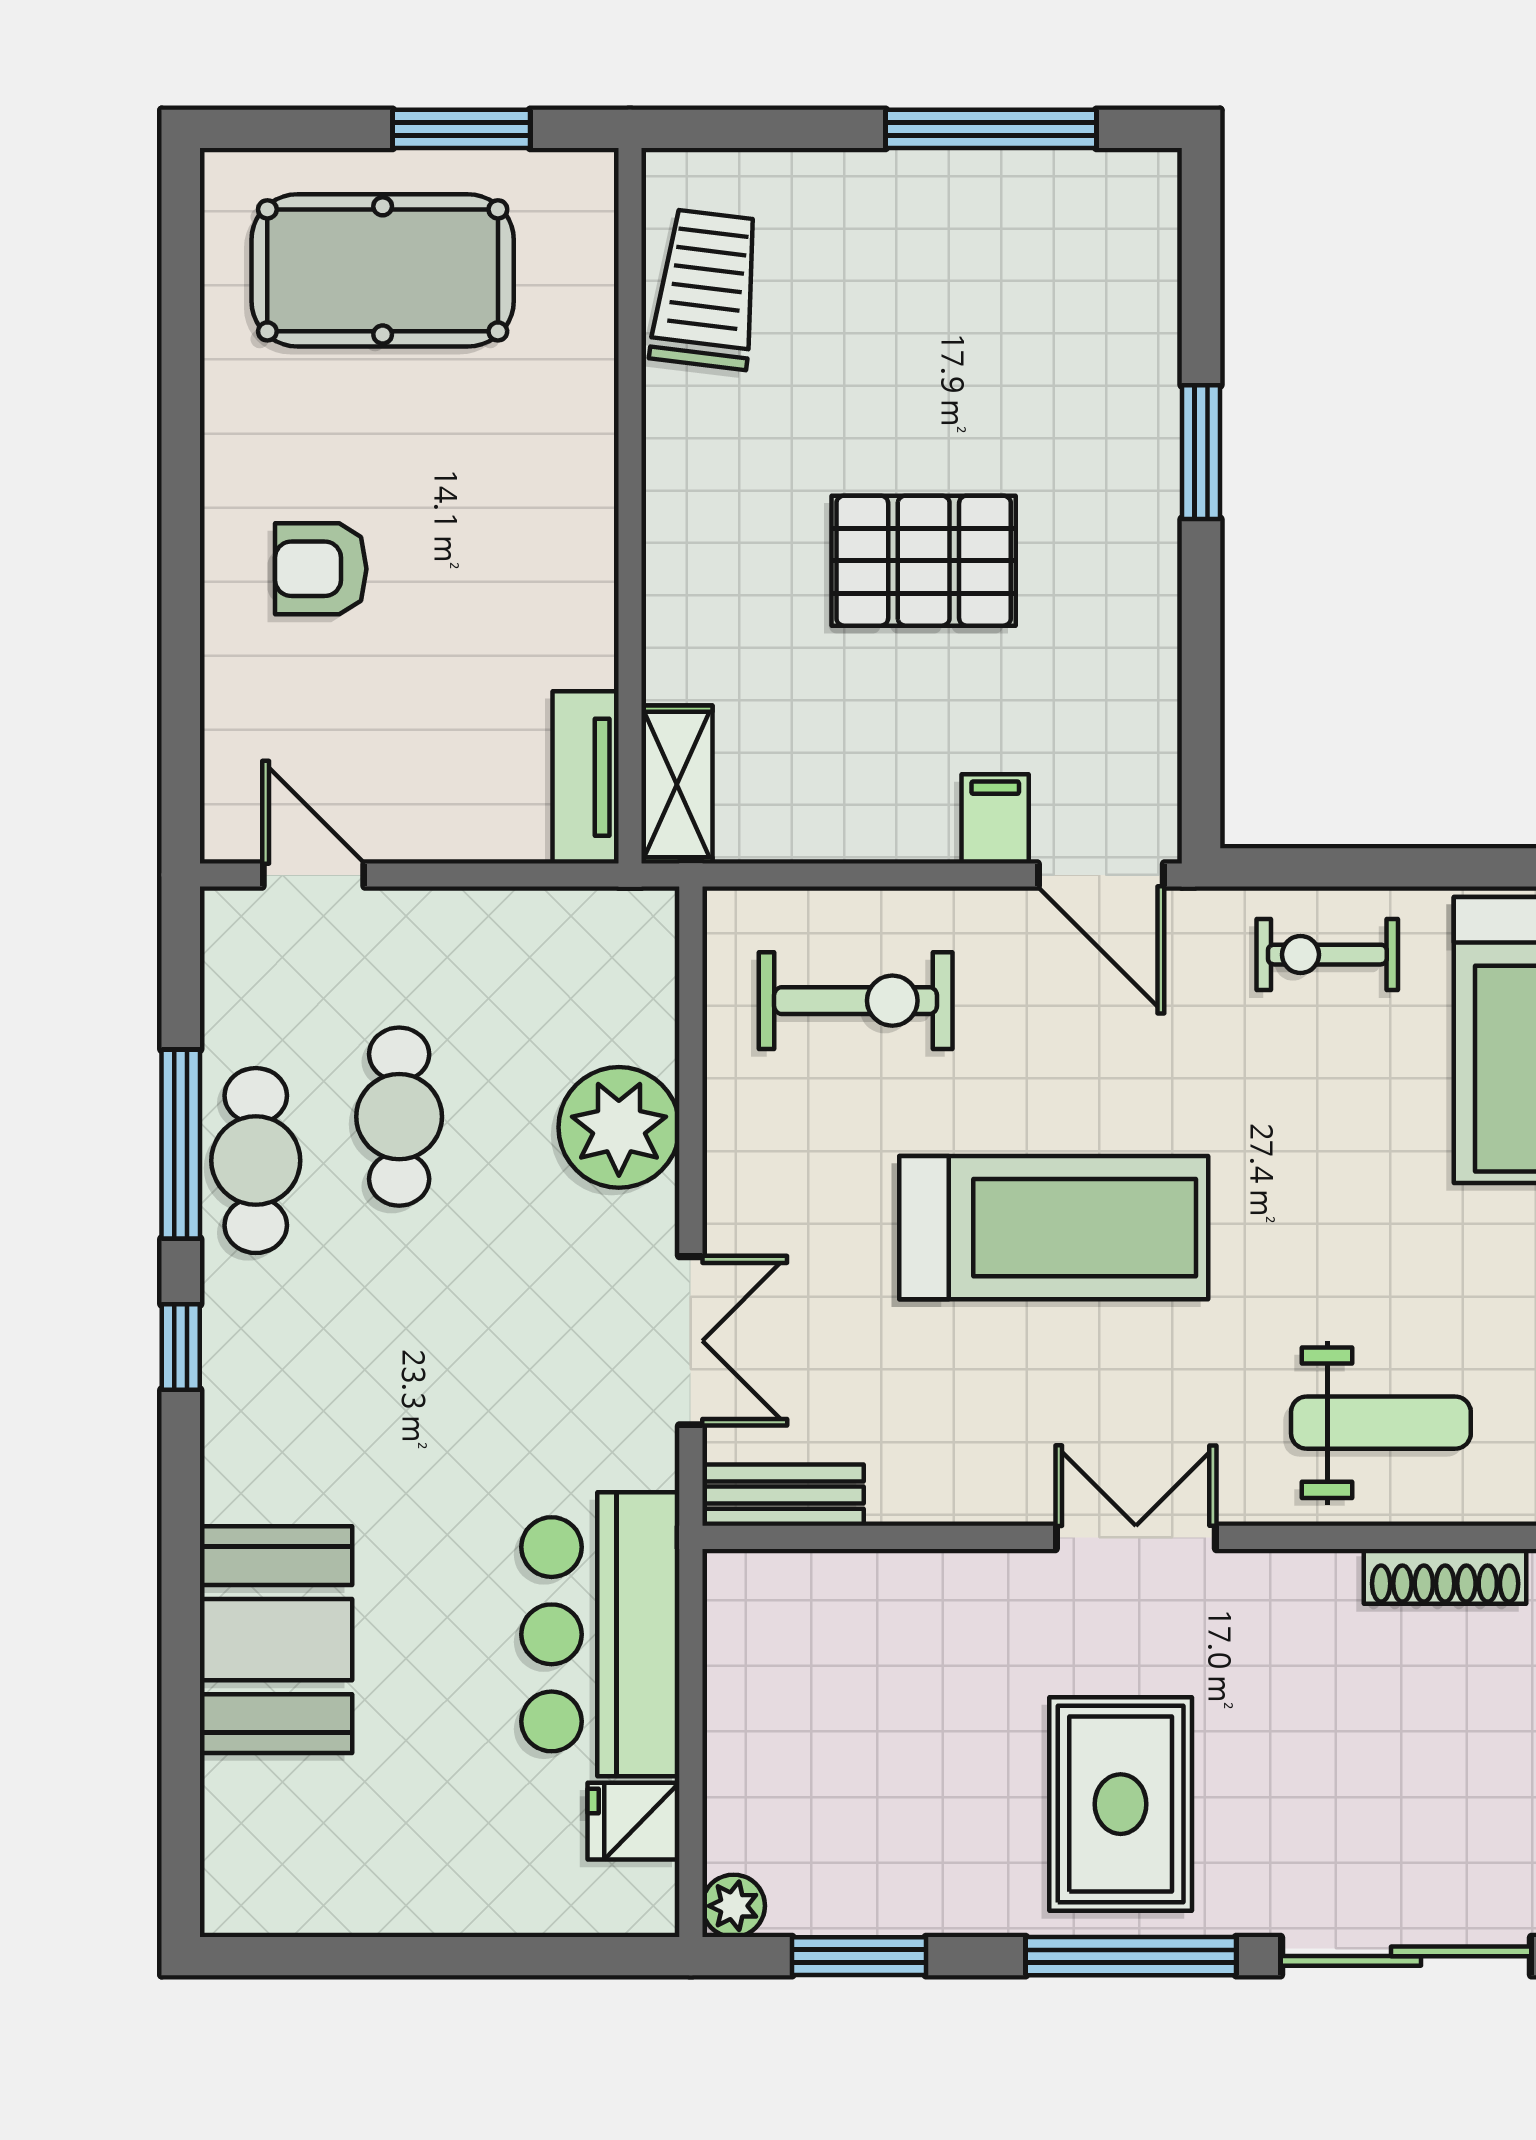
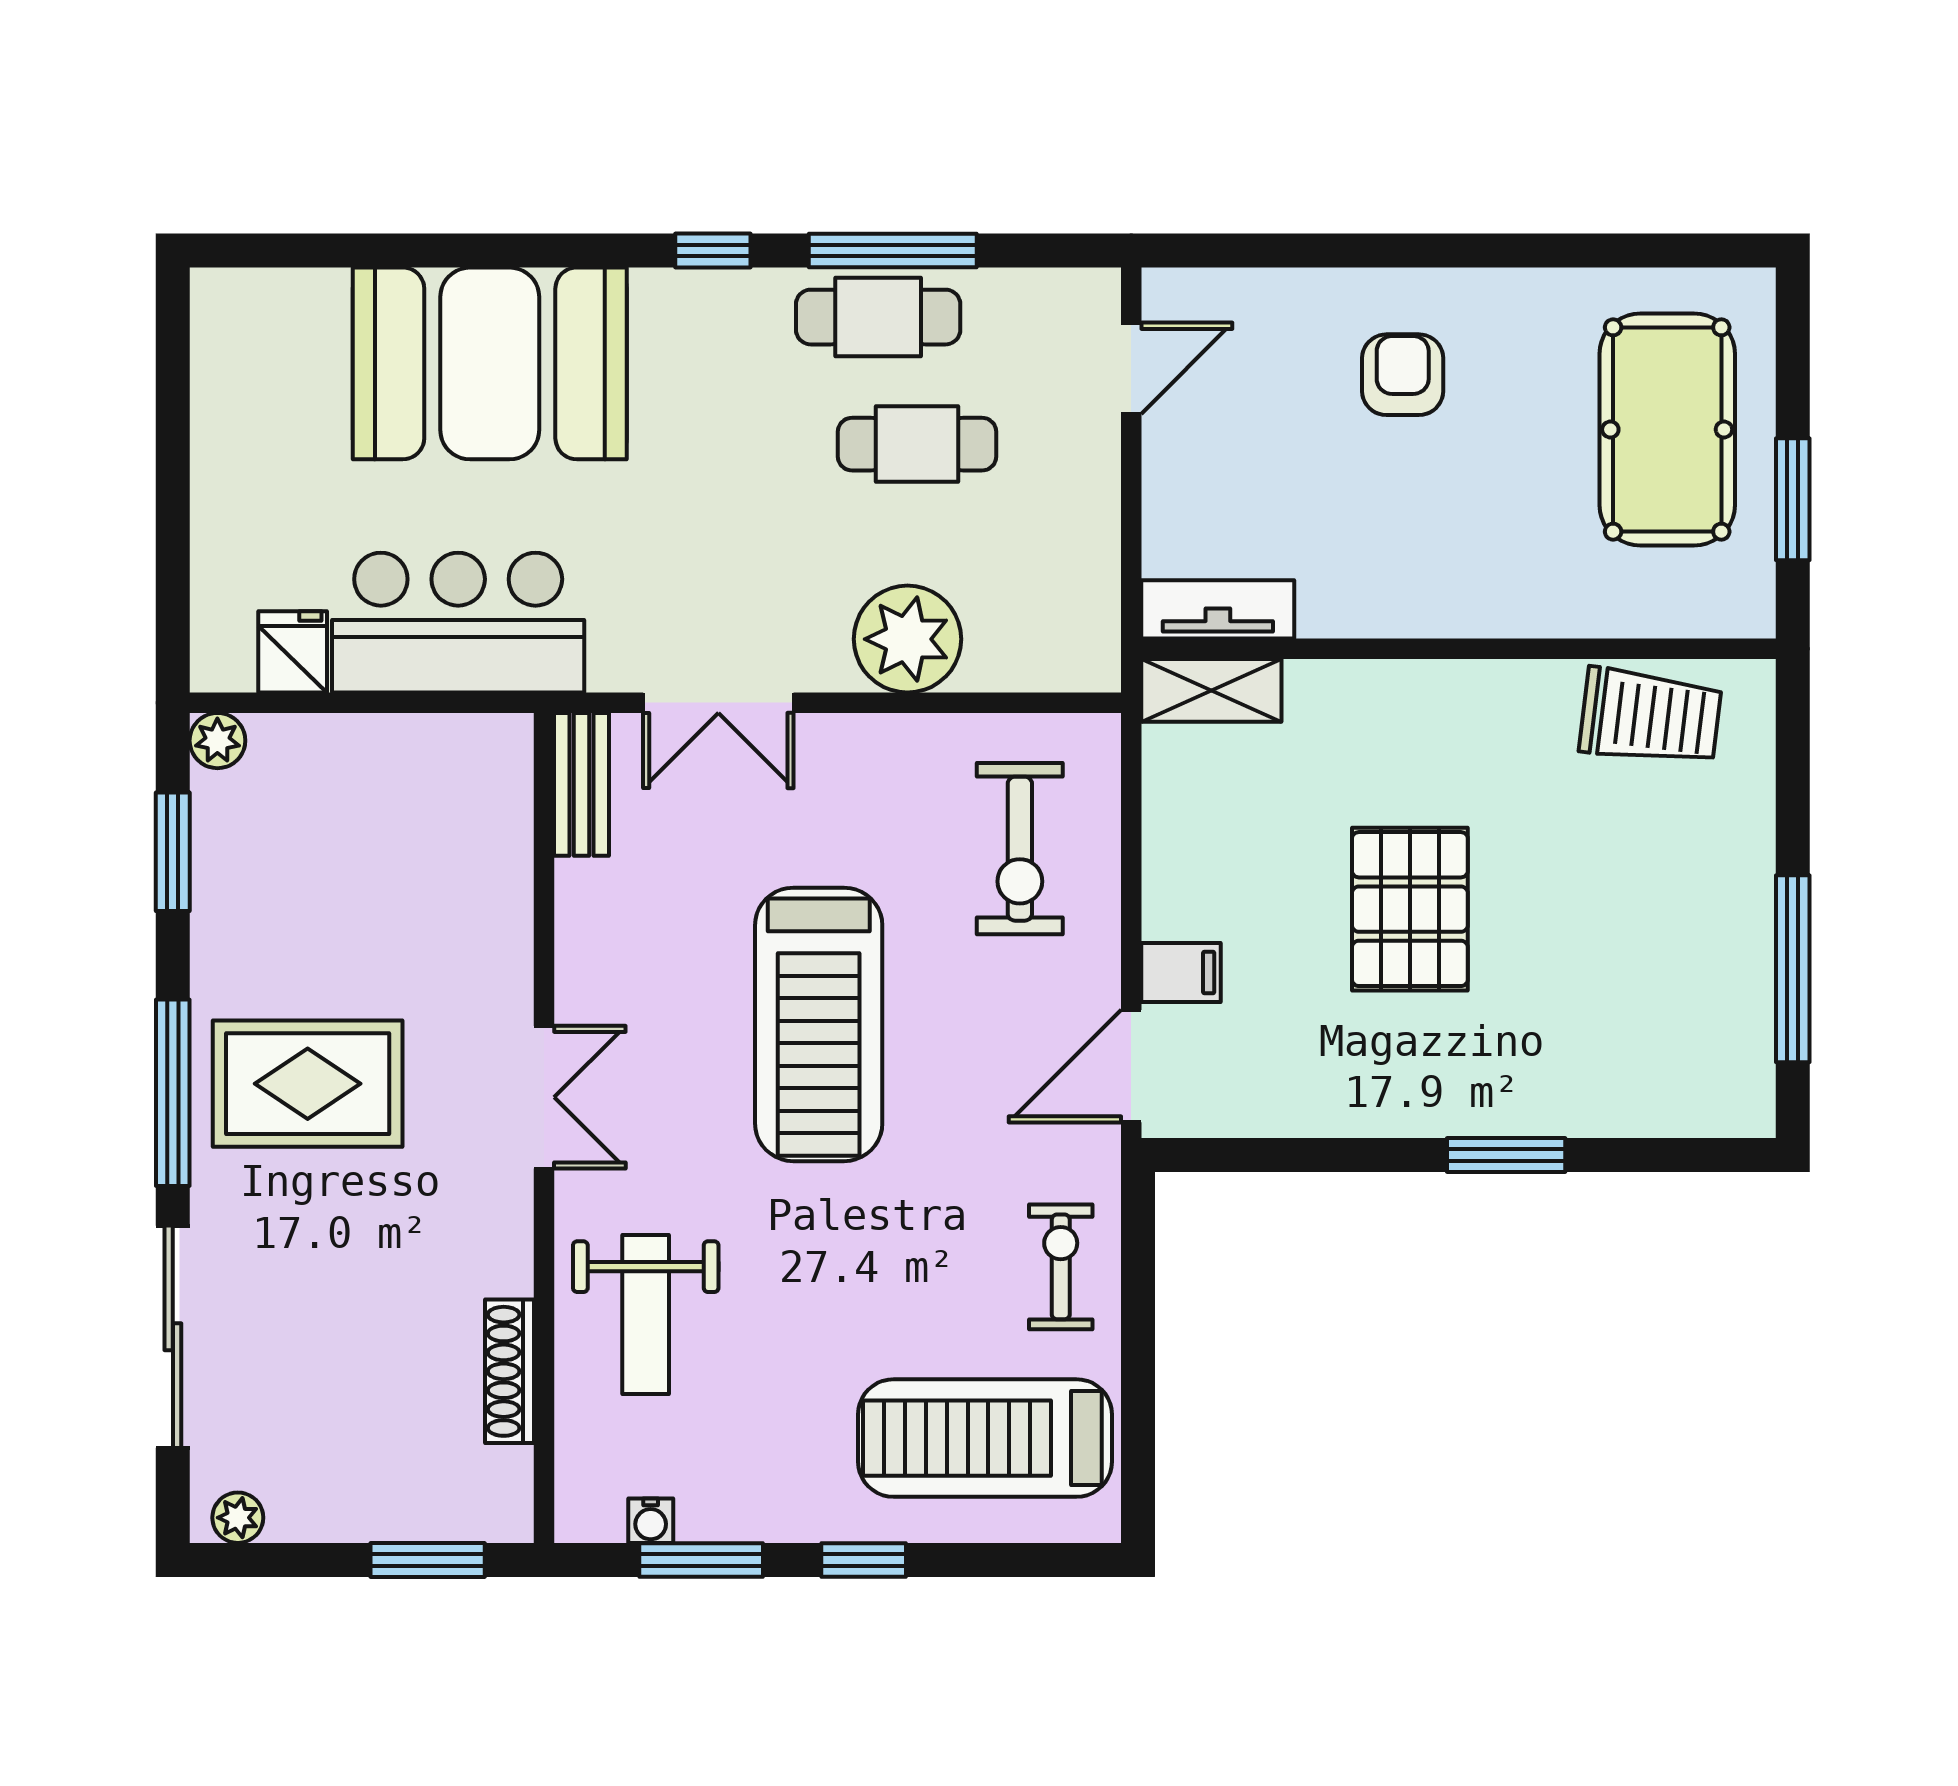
booth: (276, 1640) -> (490, 363), width x1.36, depth x1.42

